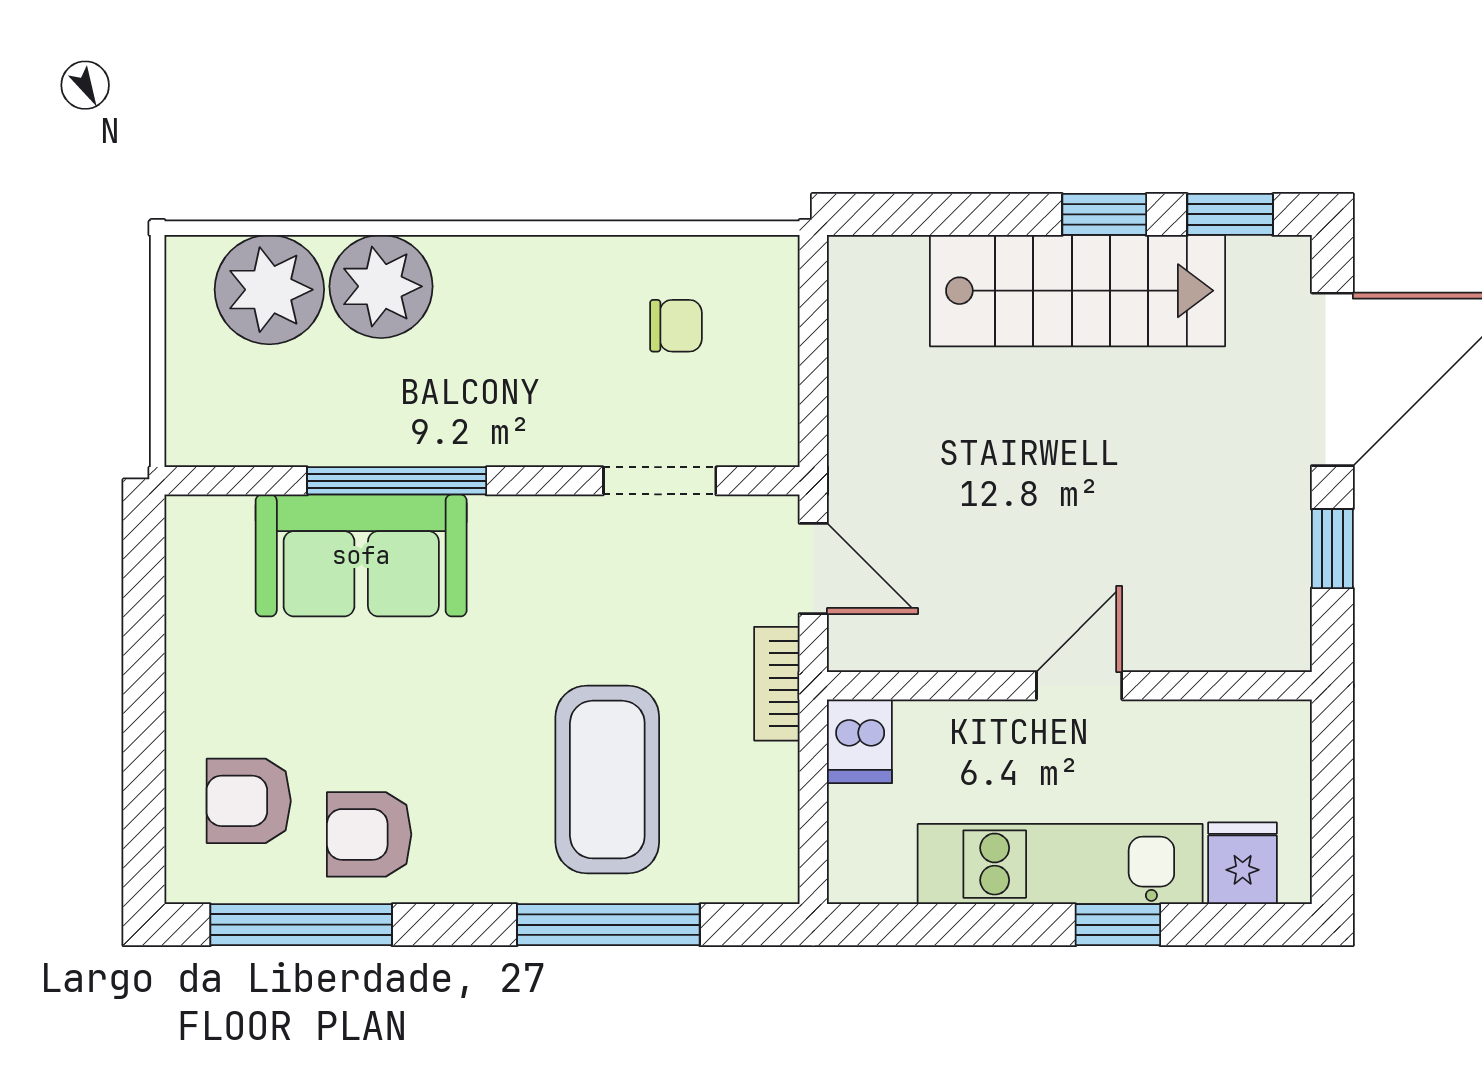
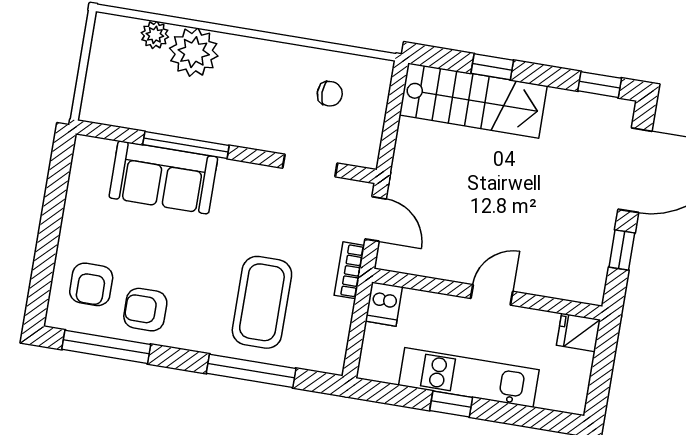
window: (1104, 214) -> (492, 67), moved
plant: (269, 290) -> (155, 35), width x0.53, depth x0.53
stairs: (1078, 291) -> (473, 100), moved
armchair: (249, 801) -> (91, 284), turned -90
fridge: (1243, 863) -> (578, 332), moved, turned -90
window: (1118, 925) -> (451, 404), moved

